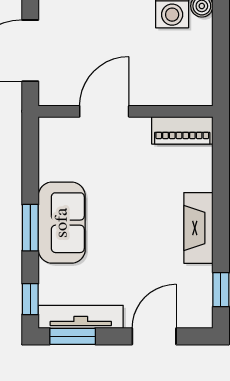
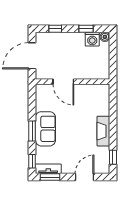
door: (104, 111) -> (63, 82), swing flipped
piano: (182, 130) -> (97, 90), removed
tv unit: (81, 317) -> (48, 169), width x0.71

